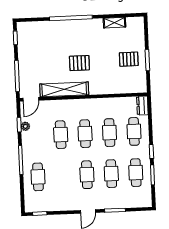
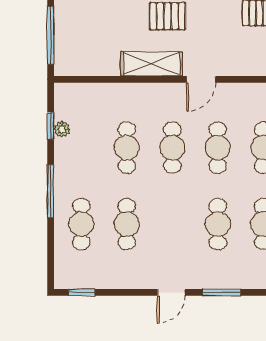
shelving: (64, 89) -> (151, 64), width x0.68
door: (31, 99) -> (201, 79), moved
cafe table: (87, 175) -> (127, 224), moved

